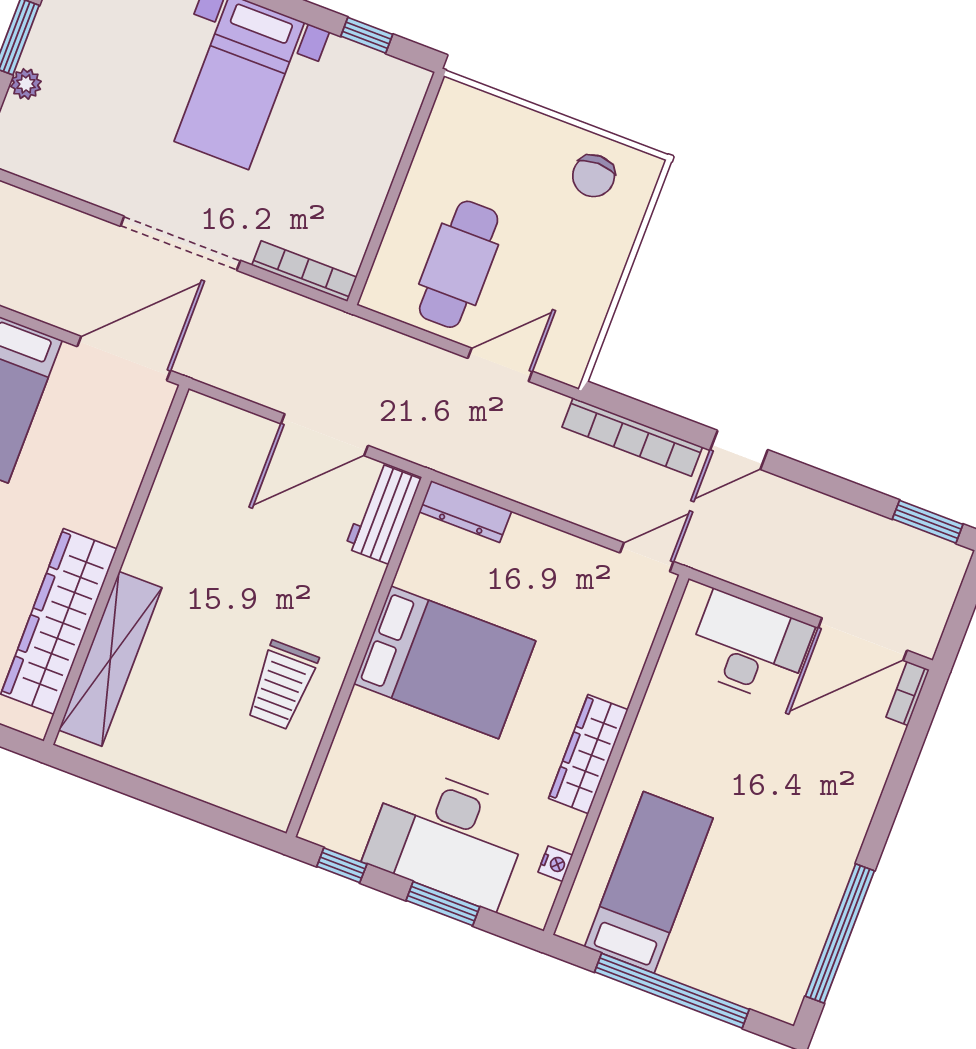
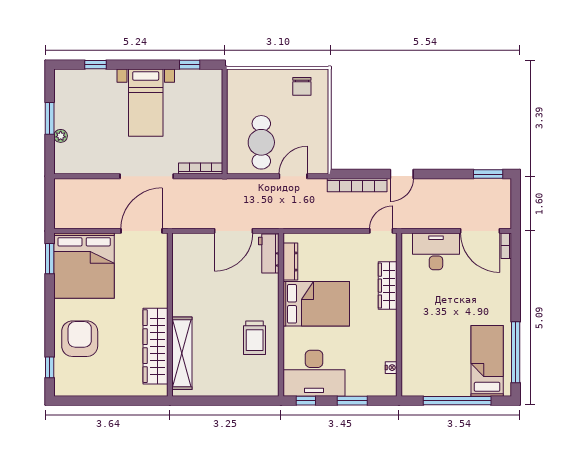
dresser: (465, 511) -> (290, 261), moved, turned -90
door: (863, 639) -> (480, 231), hinge flipped
wardrobe: (588, 754) -> (388, 286), moved
desk: (448, 837) -> (314, 373), moved
bed: (649, 882) -> (487, 361), moved

